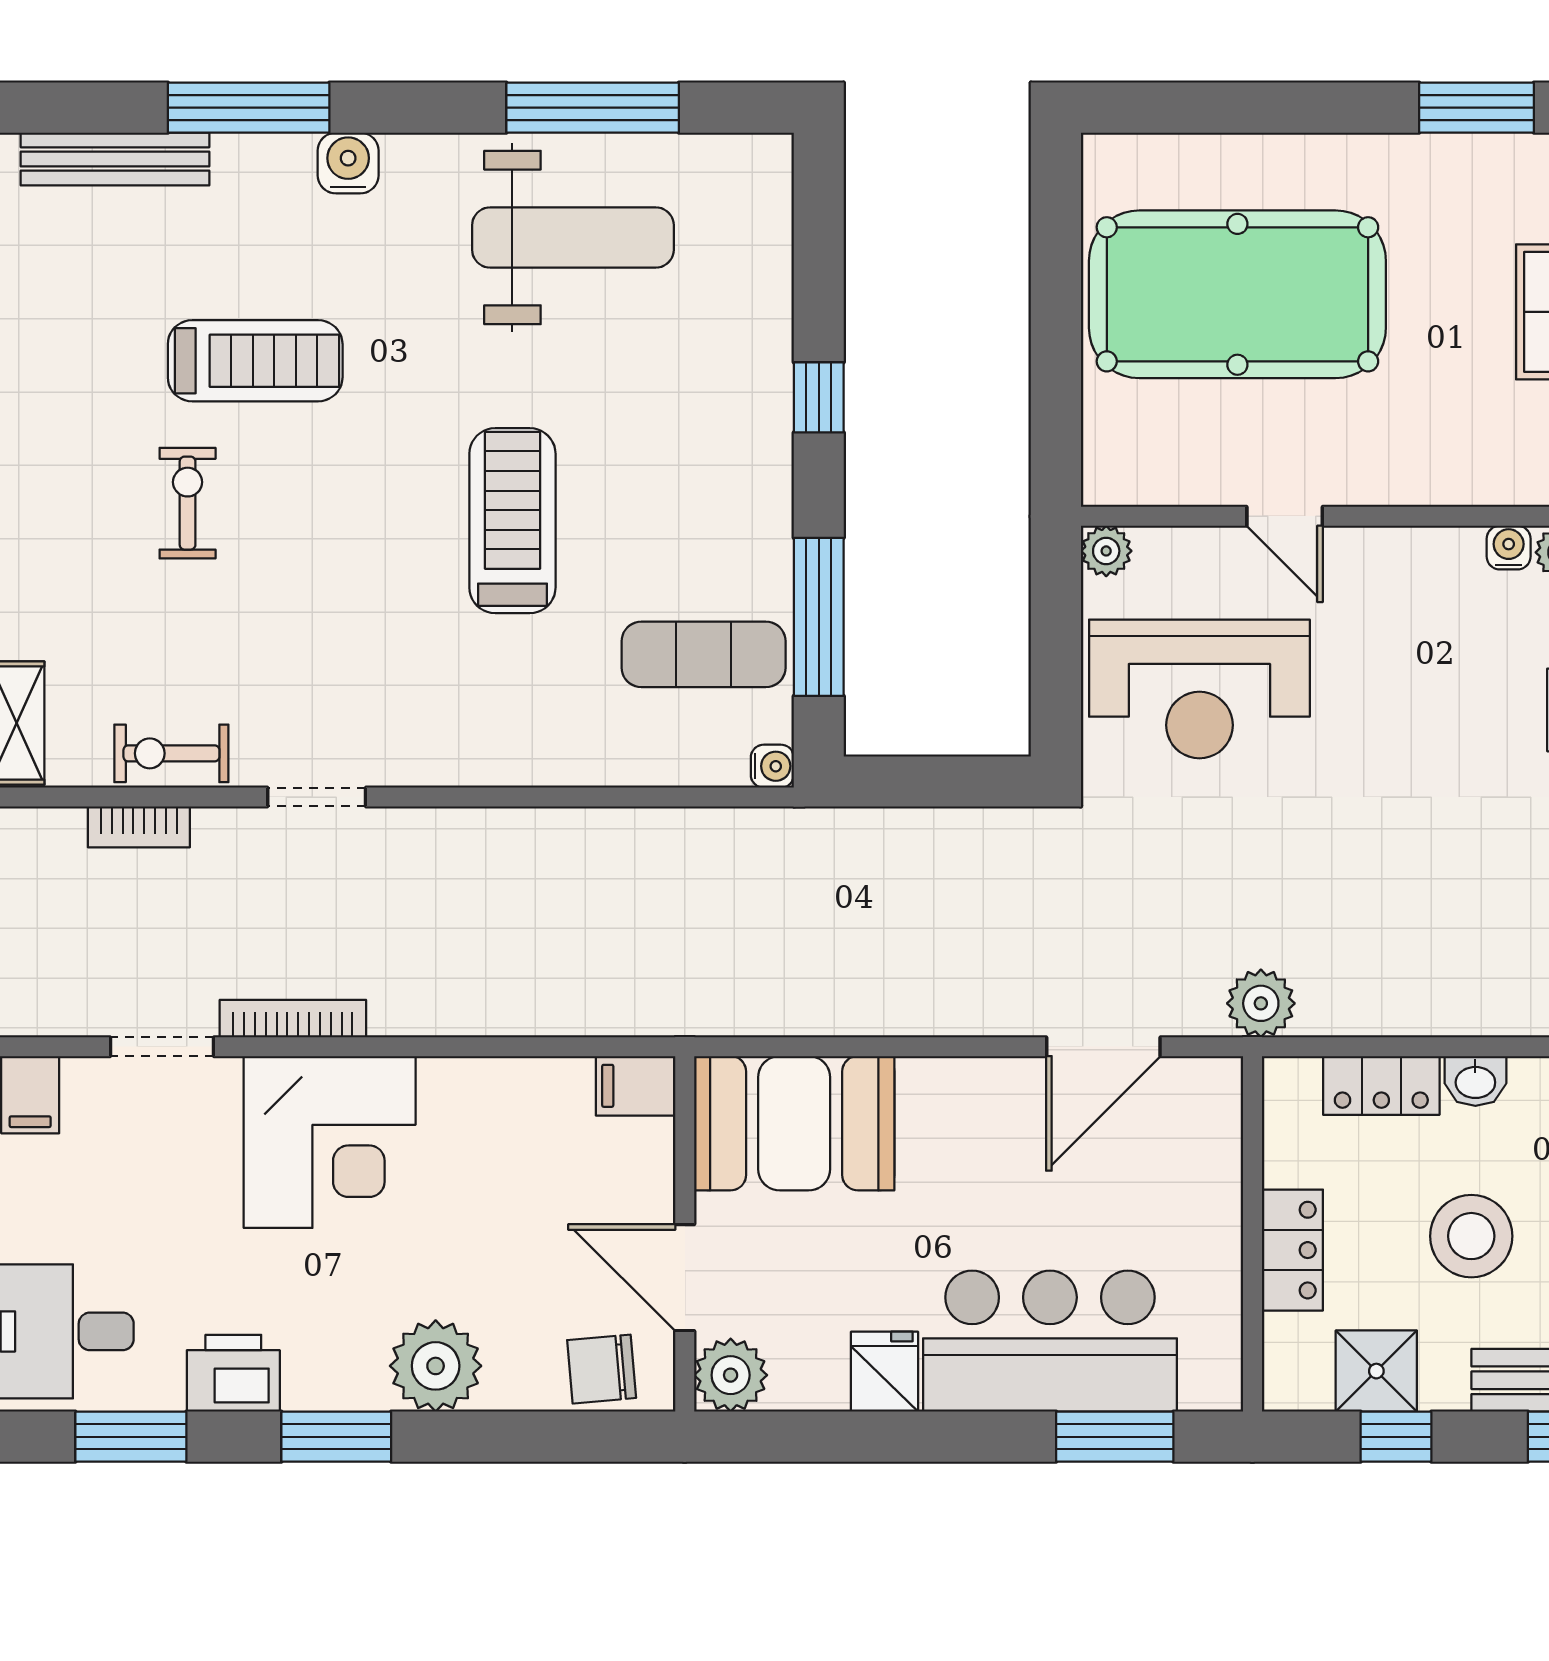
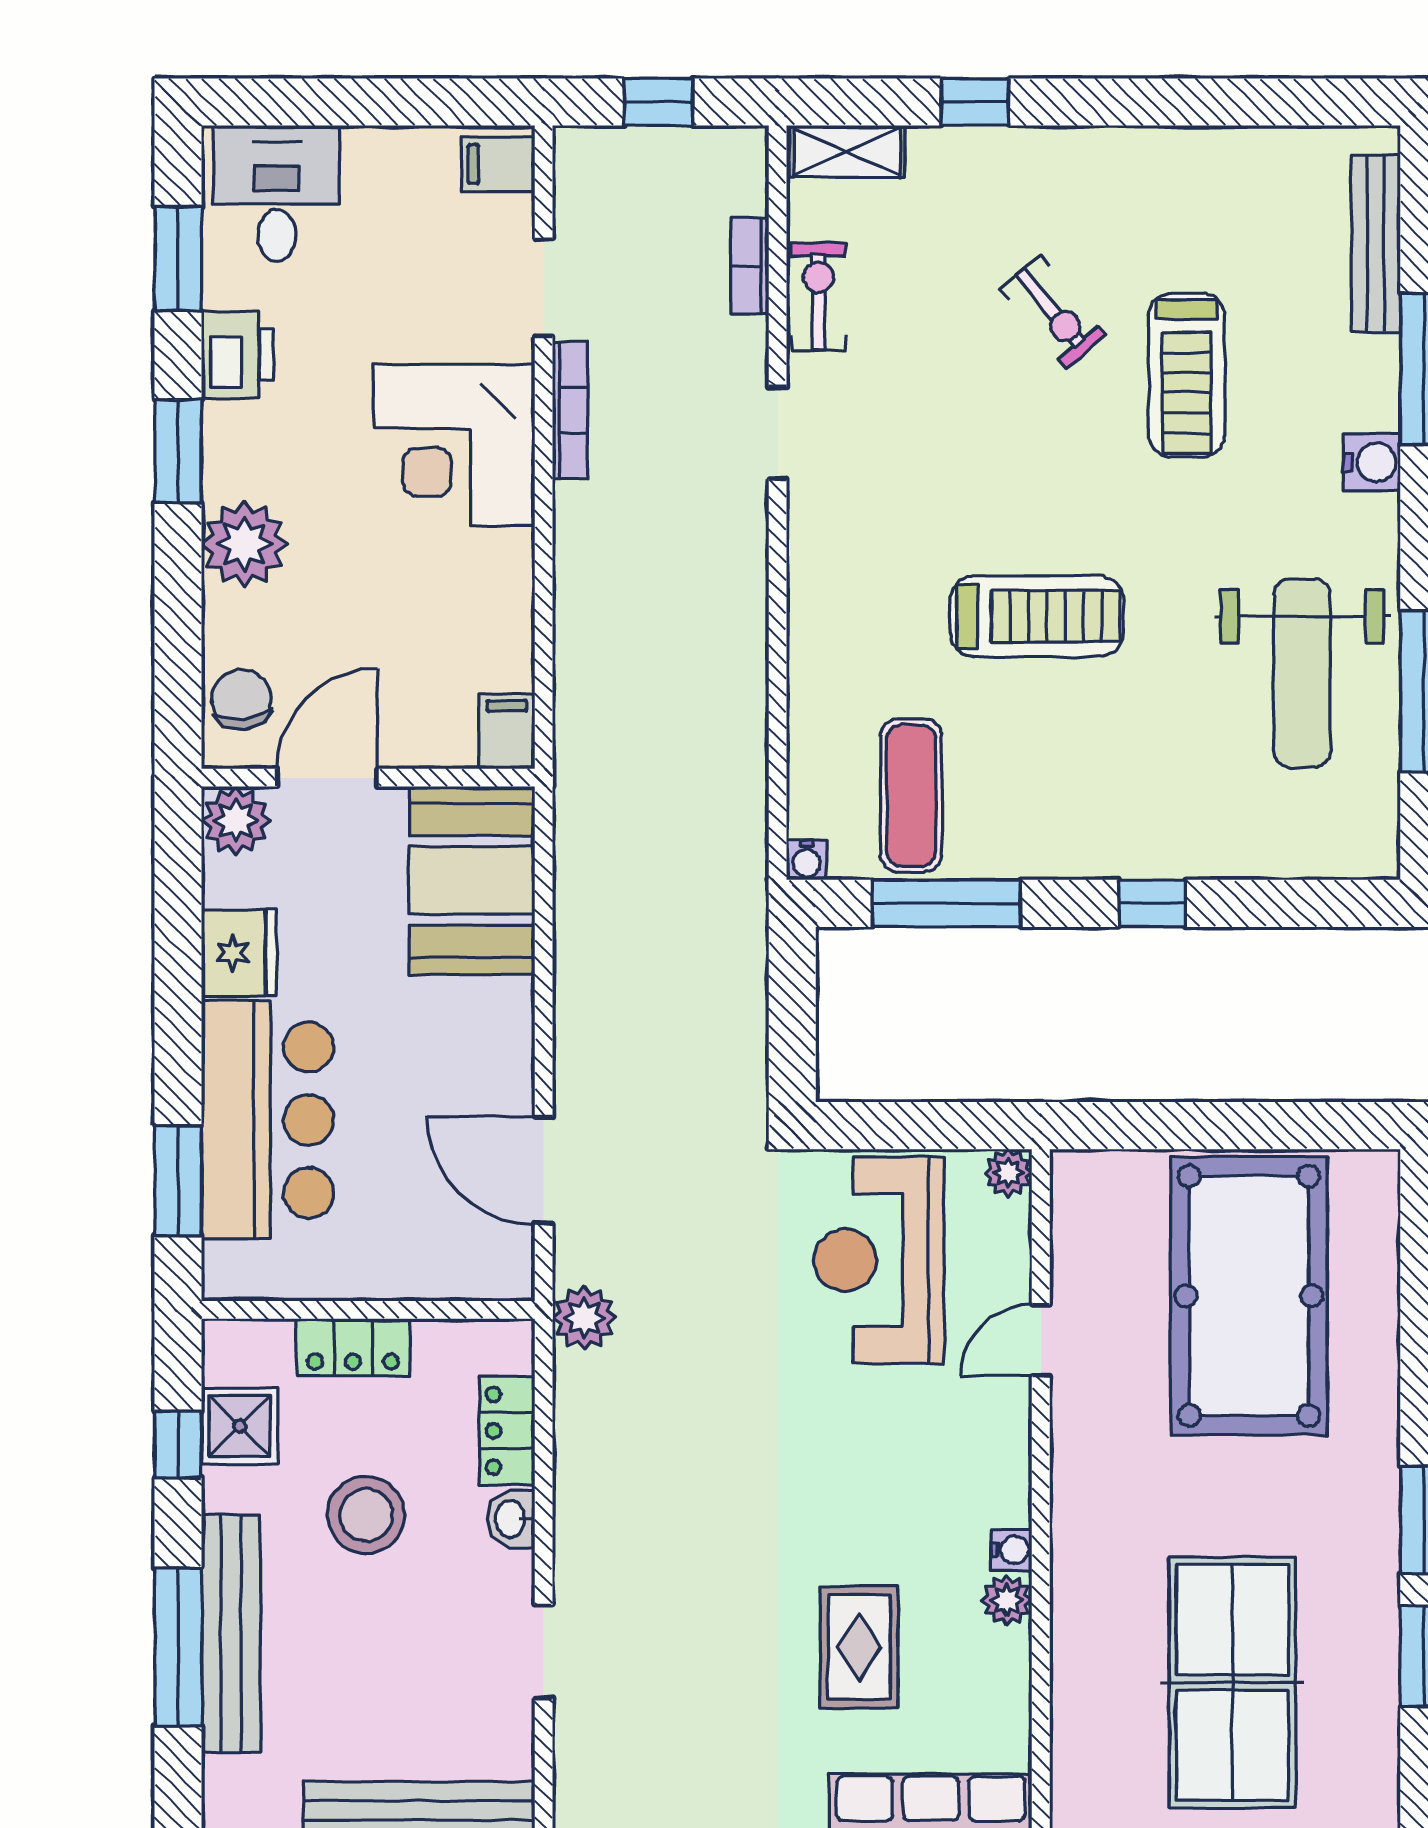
exercise bike: (188, 503) -> (1053, 312), turned 50
fridge: (885, 1372) -> (239, 953), width x1.38

